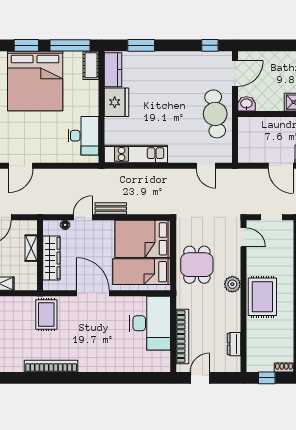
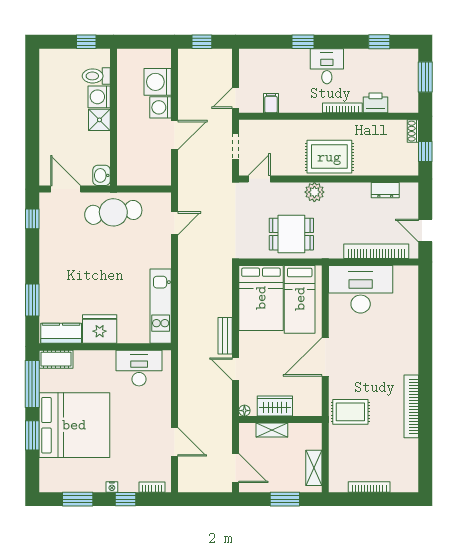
floor lamp: (65, 225) -> (244, 411), moved
wardrobe: (51, 258) -> (275, 406), width x0.67

